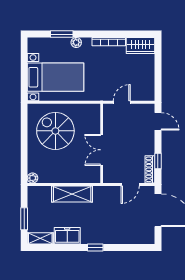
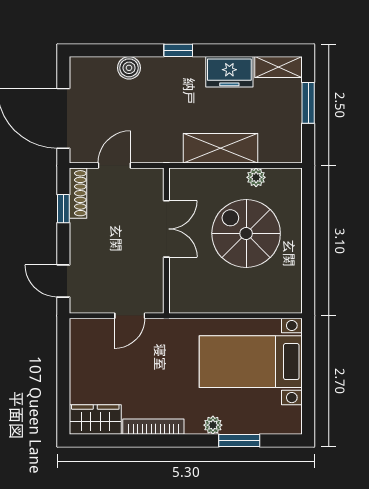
spiral stairs: (55, 131) -> (246, 233), moved, turned 180
plant: (33, 178) -> (256, 177), moved
boiler: (122, 238) -> (129, 68), added

